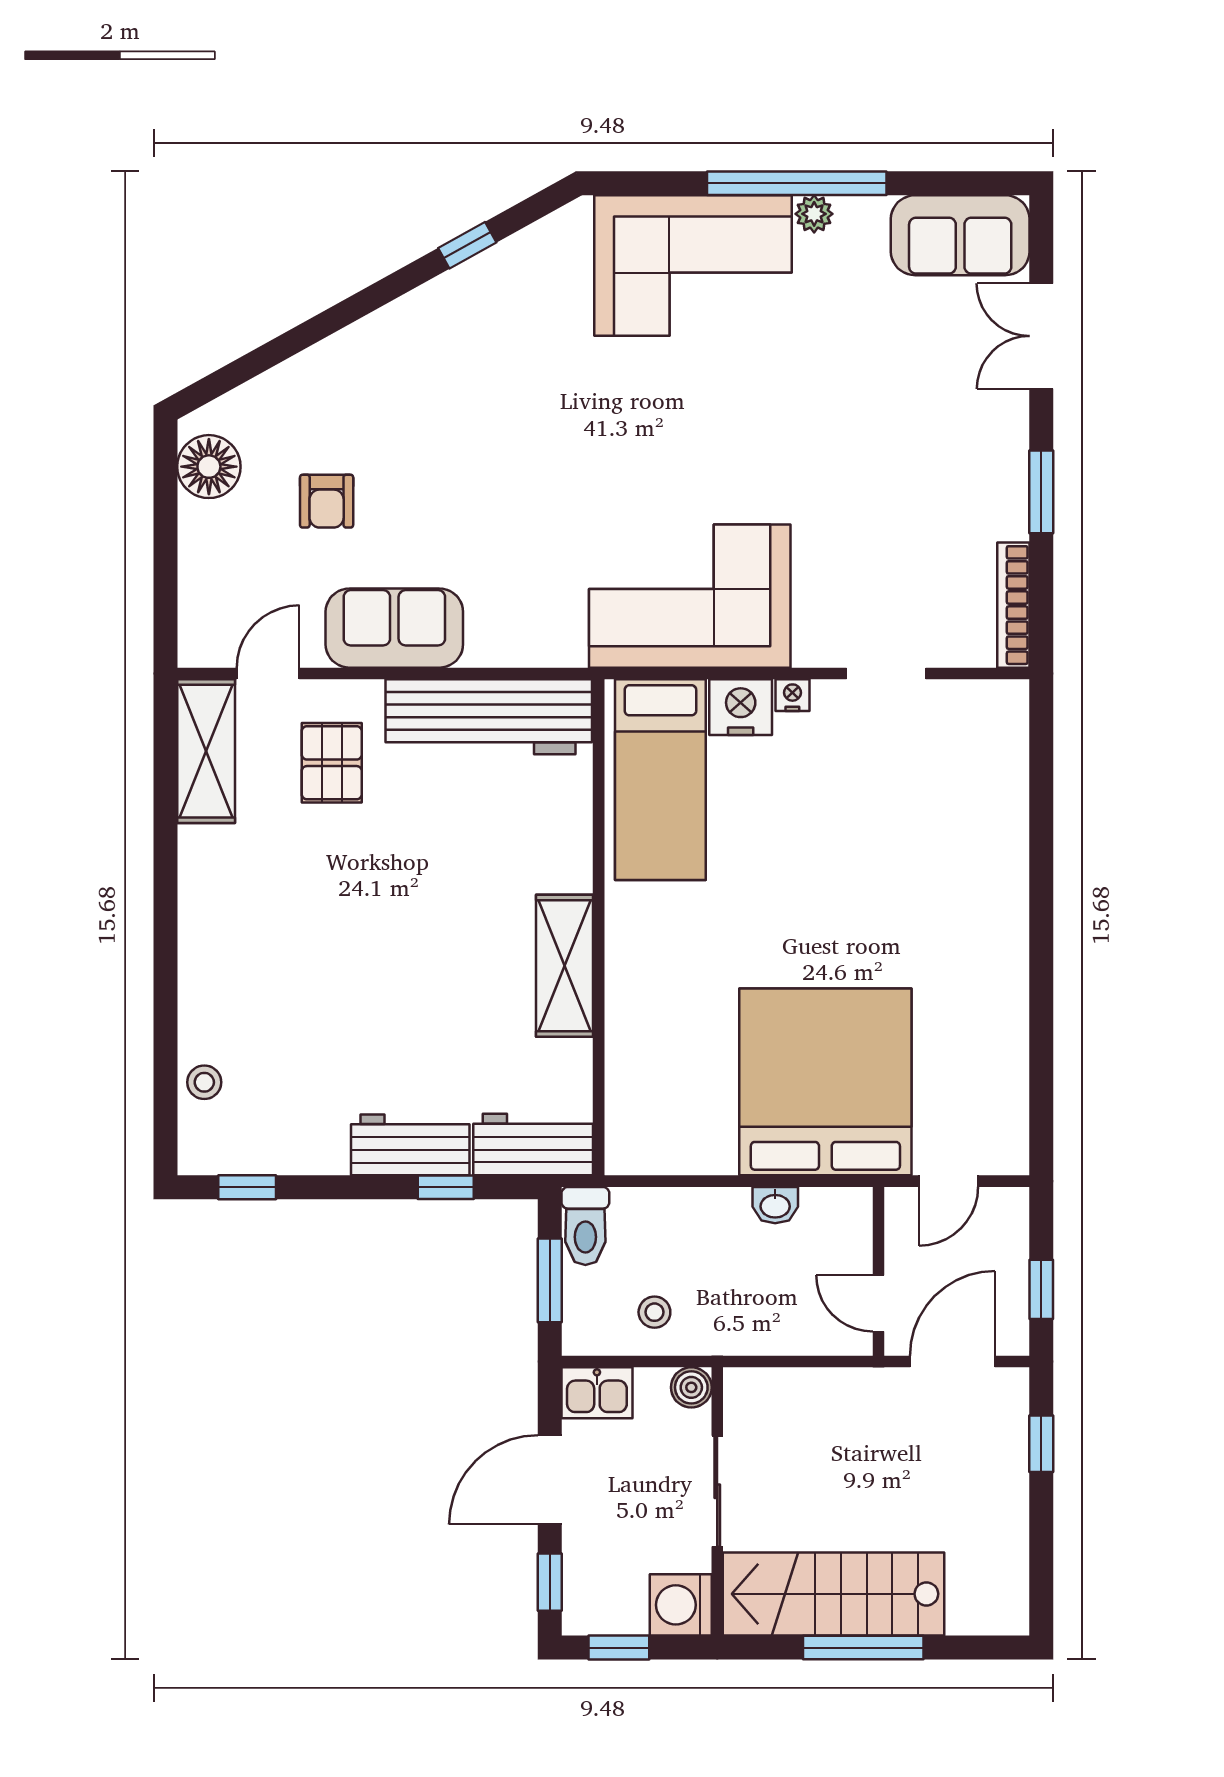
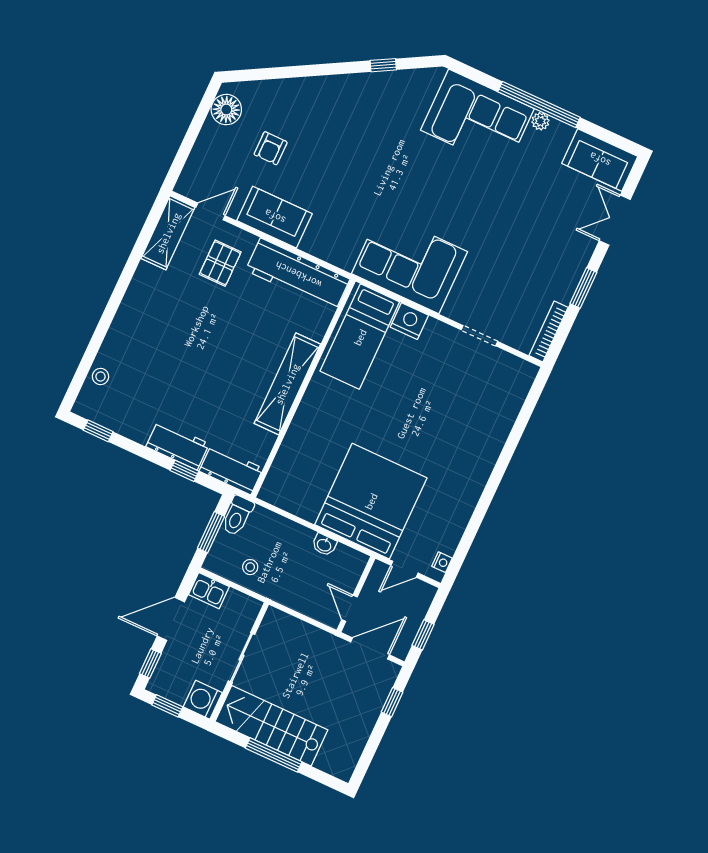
nightstand: (792, 695) -> (442, 562), moved, turned 90
shelving: (565, 966) -> (287, 384), width x1.47
boiler: (691, 1387) -> (251, 607), removed

